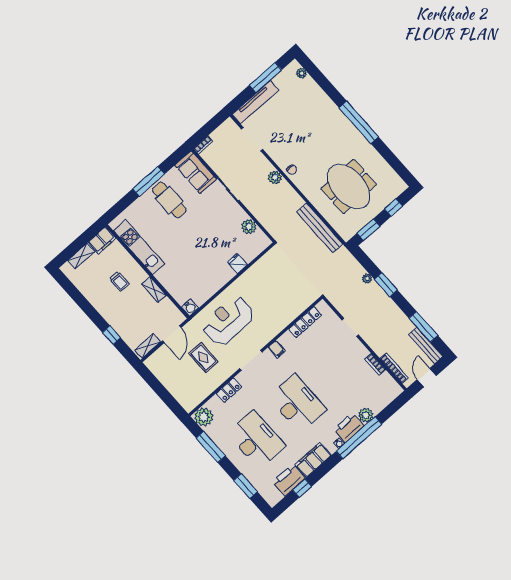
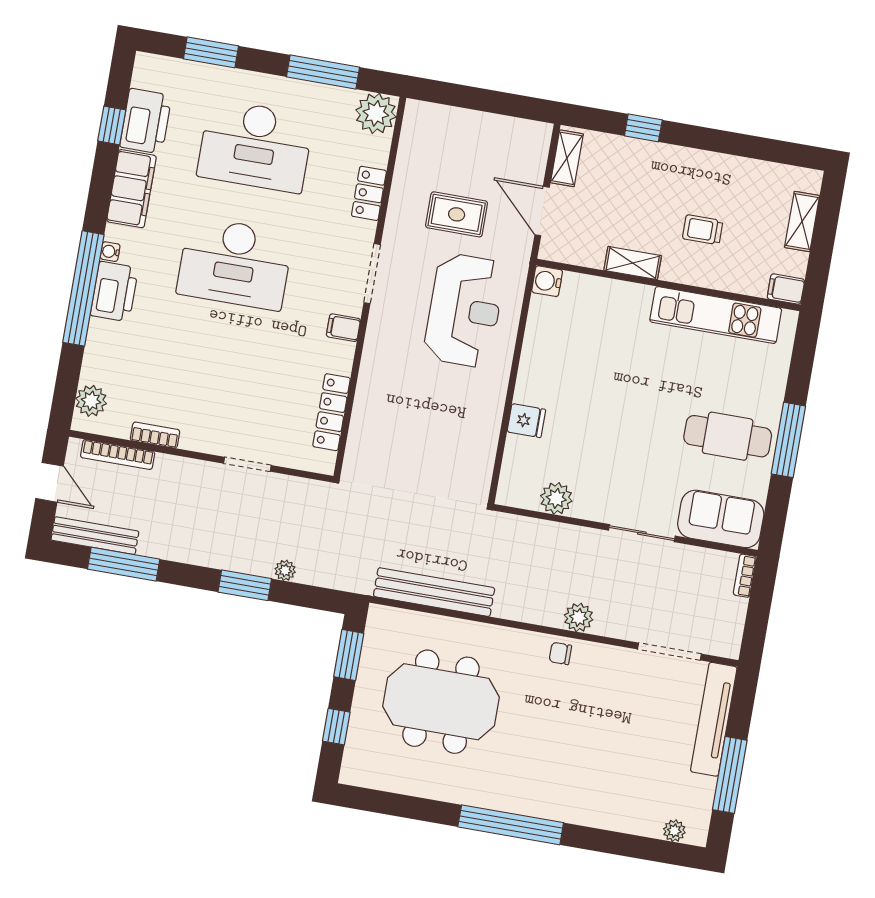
filing cabinet: (102, 240) -> (786, 289), width x0.50
plant: (366, 415) -> (91, 401), moved

